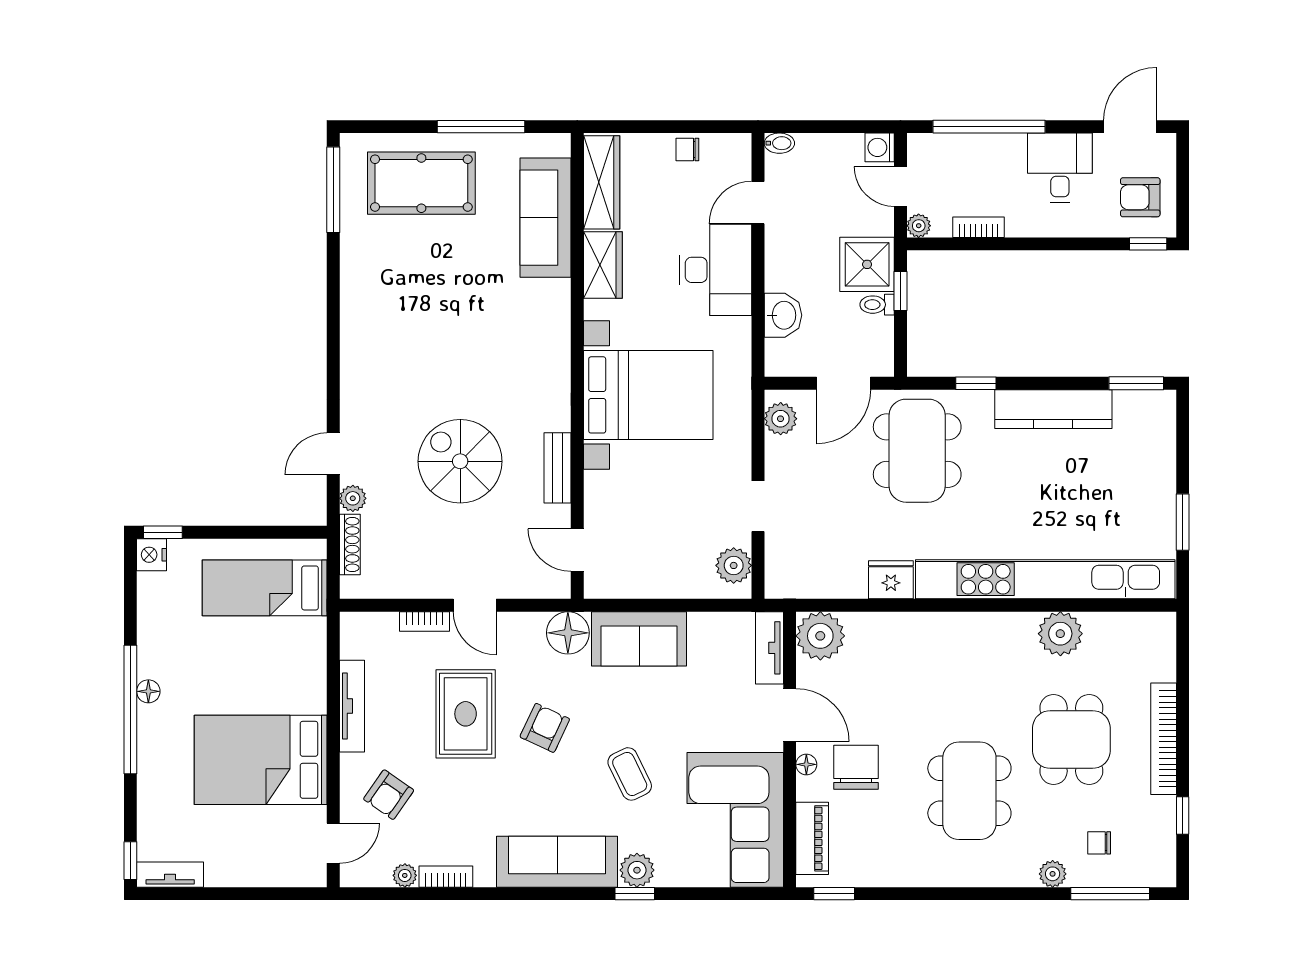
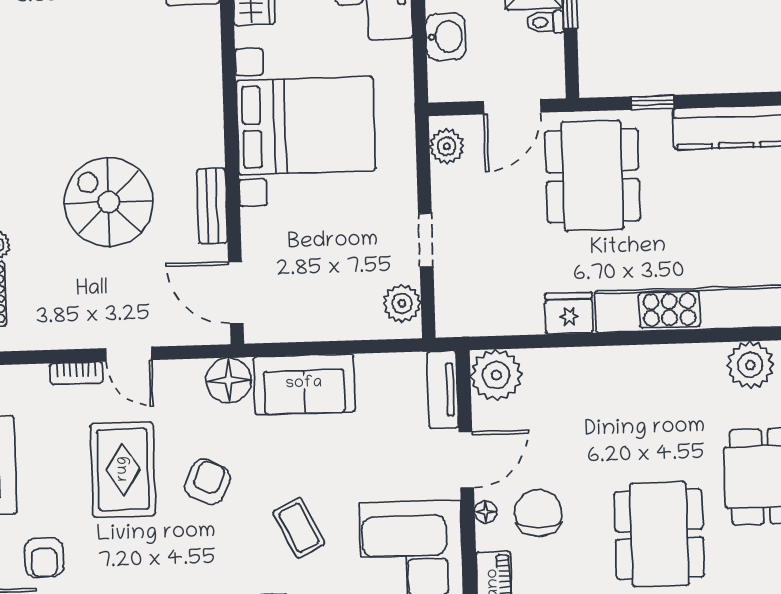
door: (577, 550) -> (236, 292), width x1.38
door: (790, 715) -> (466, 460), hinge flipped
armchair: (389, 795) -> (44, 558), turned -35

